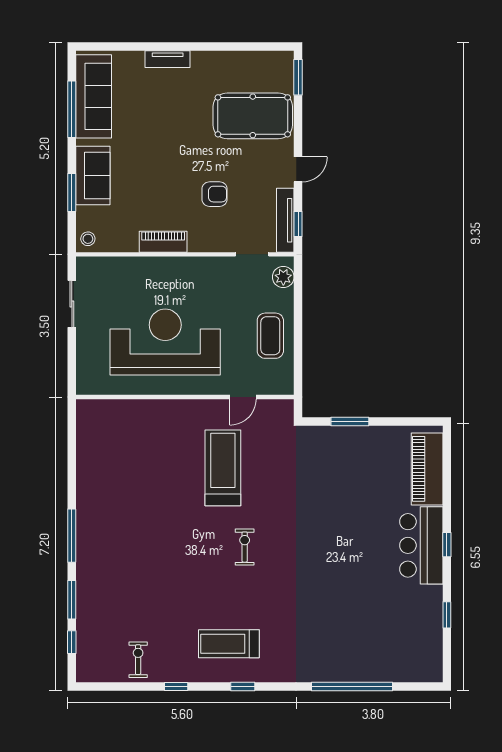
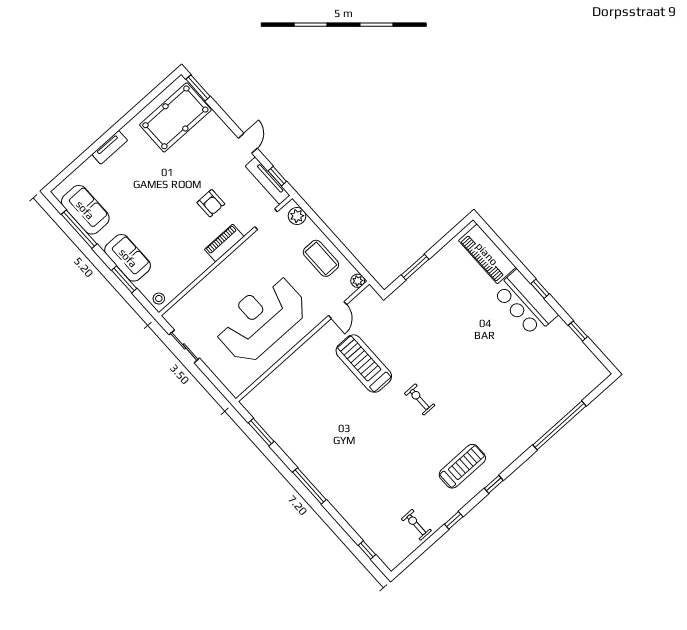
sofa: (94, 96) -> (85, 210), width x0.73
pool table: (253, 116) -> (175, 117), moved
armchair: (215, 194) -> (211, 203), turned 90
piano: (163, 242) -> (224, 243), moved
plant: (286, 387) -> (358, 281), added
window: (72, 600) -> (261, 432), moved
treadmill: (229, 644) -> (462, 466), turned 180

